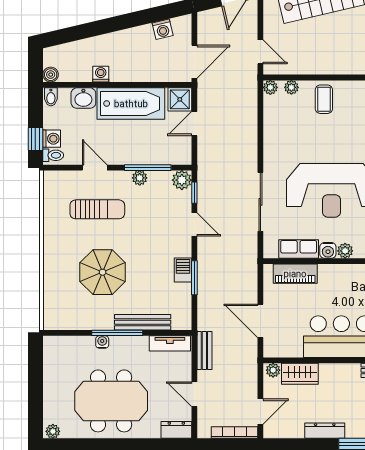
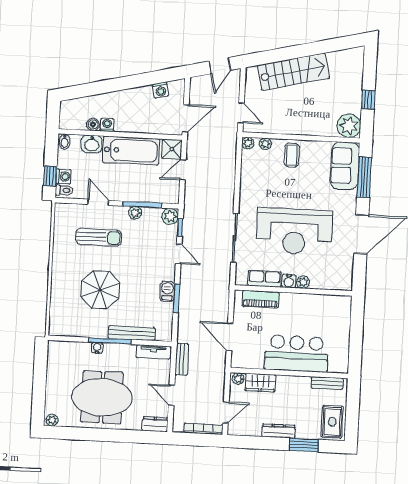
boiler: (51, 75) -> (93, 124), moved

